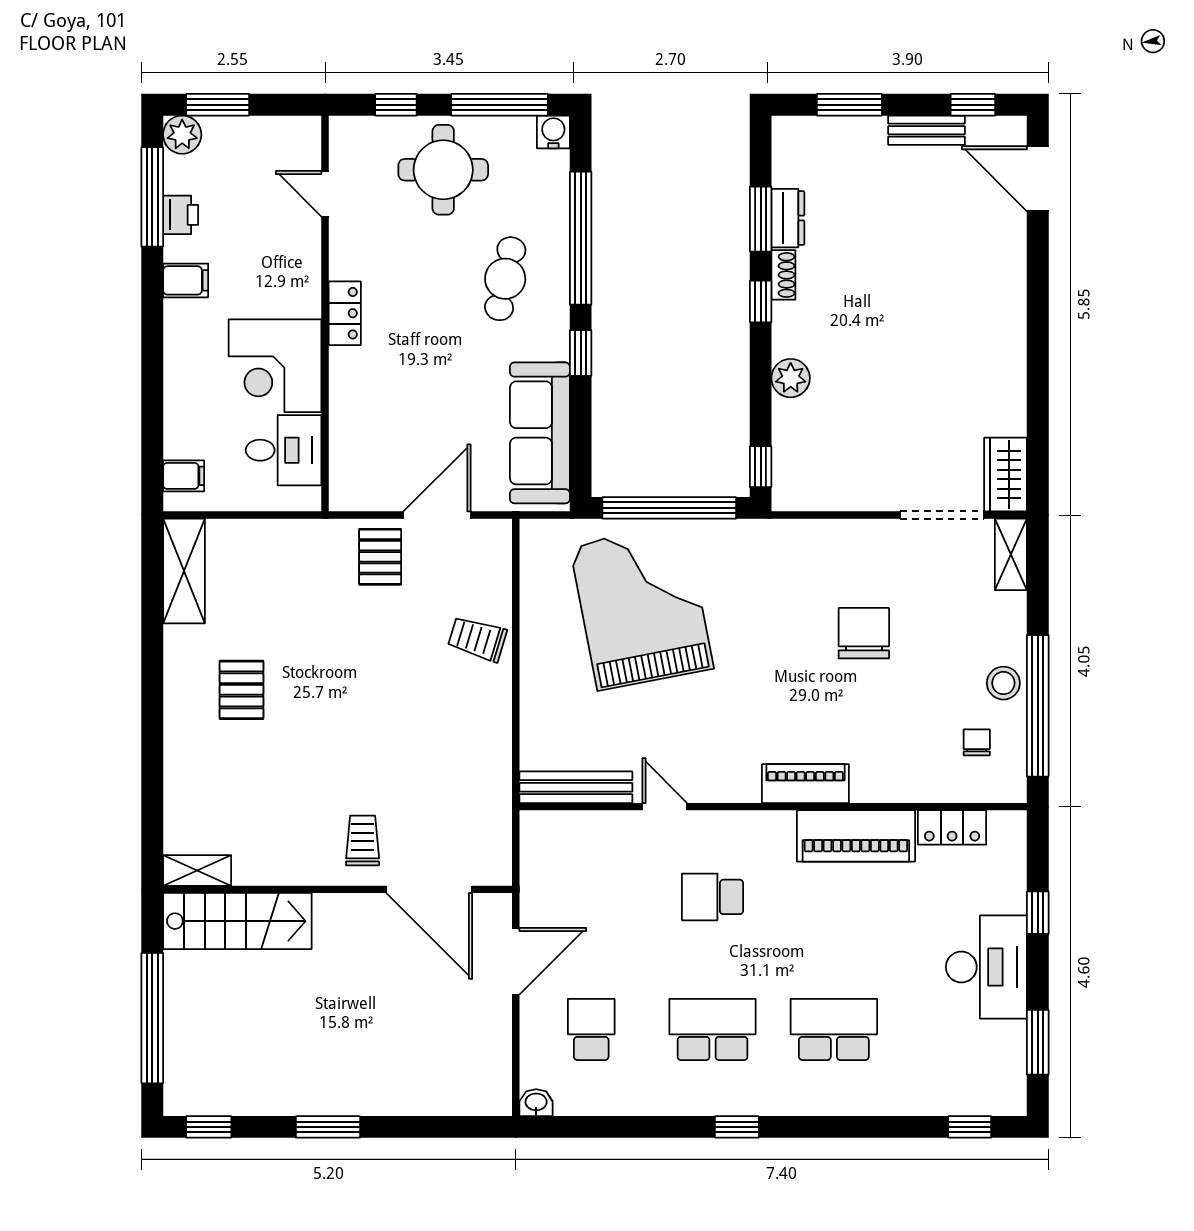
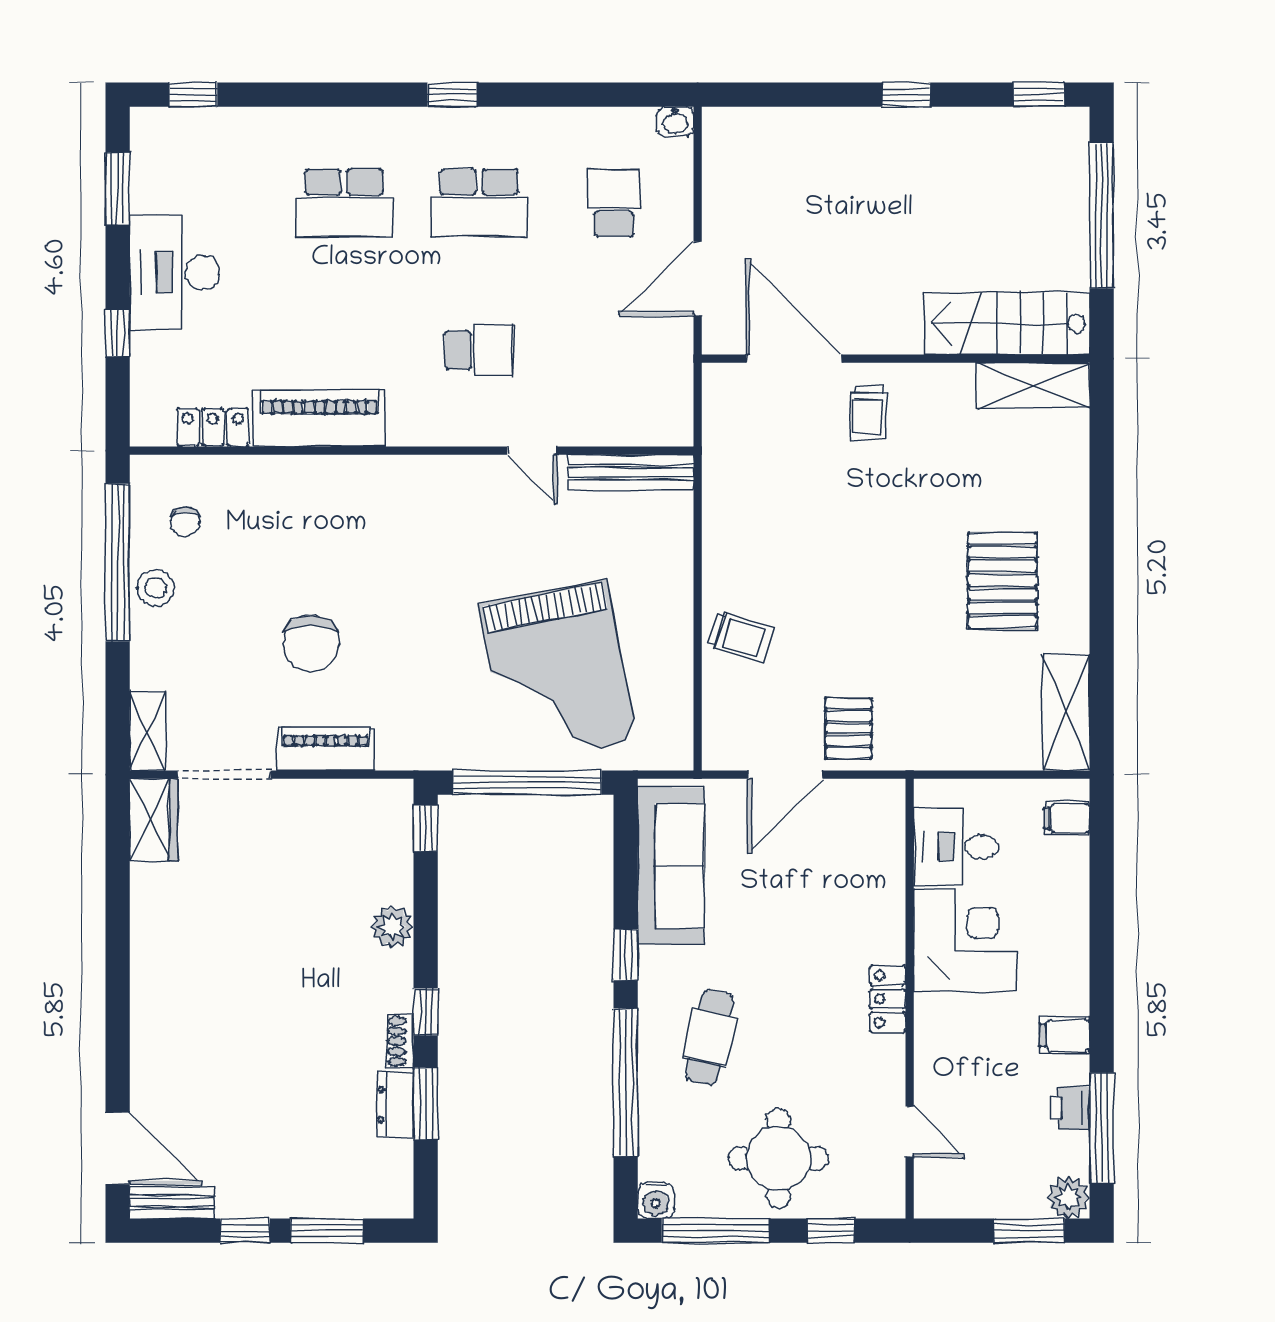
window: (973, 105) -> (245, 1231), moved
bench: (926, 130) -> (172, 1202), moved
pallet: (242, 690) -> (1002, 580), width x1.50, depth x1.42
piano: (805, 784) -> (326, 749), moved, turned 180
shelving: (197, 870) -> (1033, 385), width x1.50, depth x1.33
school desk: (591, 1029) -> (614, 203), turned 180
window: (328, 1127) -> (906, 95), width x0.67

